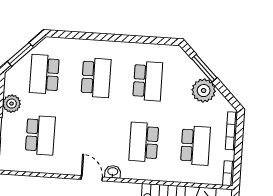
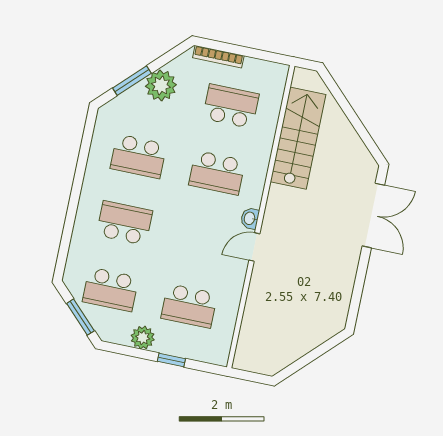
school desk: (148, 81) -> (138, 156), turned 180
school desk: (40, 135) -> (189, 306), turned 180
bookcase: (229, 173) -> (273, 68), removed

